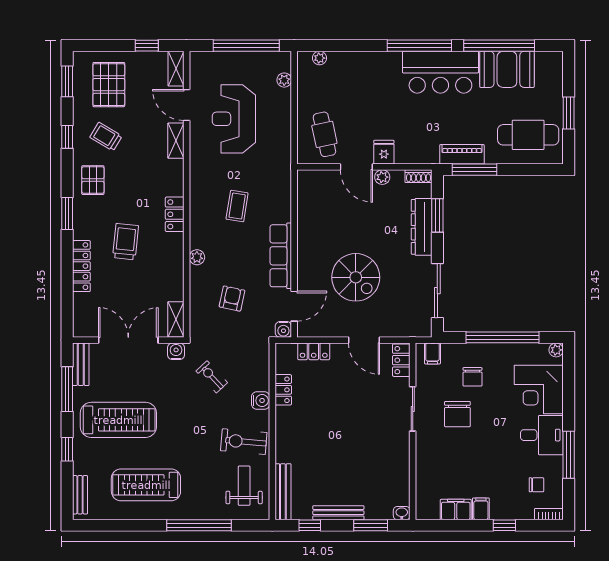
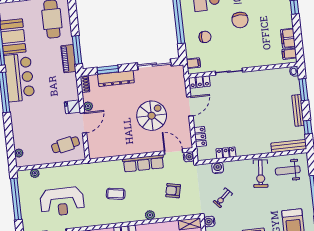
water cooler: (261, 400) -> (218, 168), moved
chair: (457, 414) -> (240, 20), moved, turned 90
filing cabinet: (481, 509) -> (289, 54), moved

